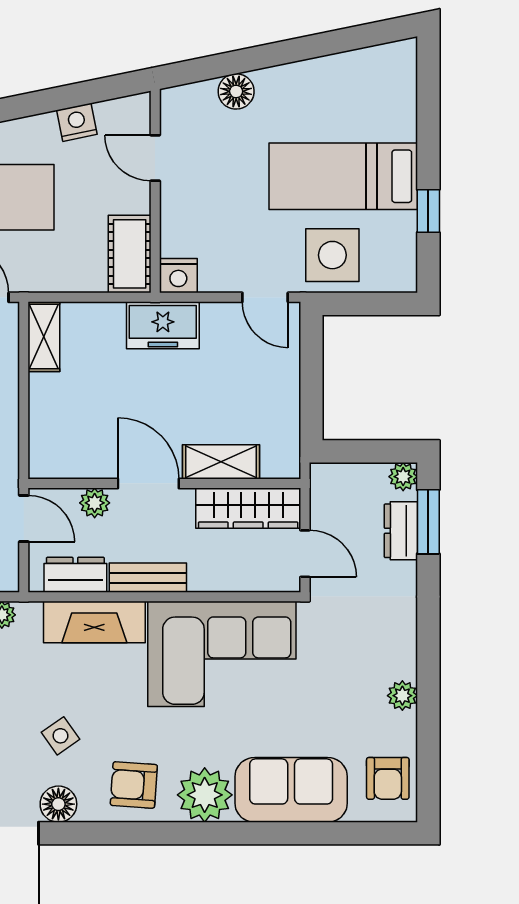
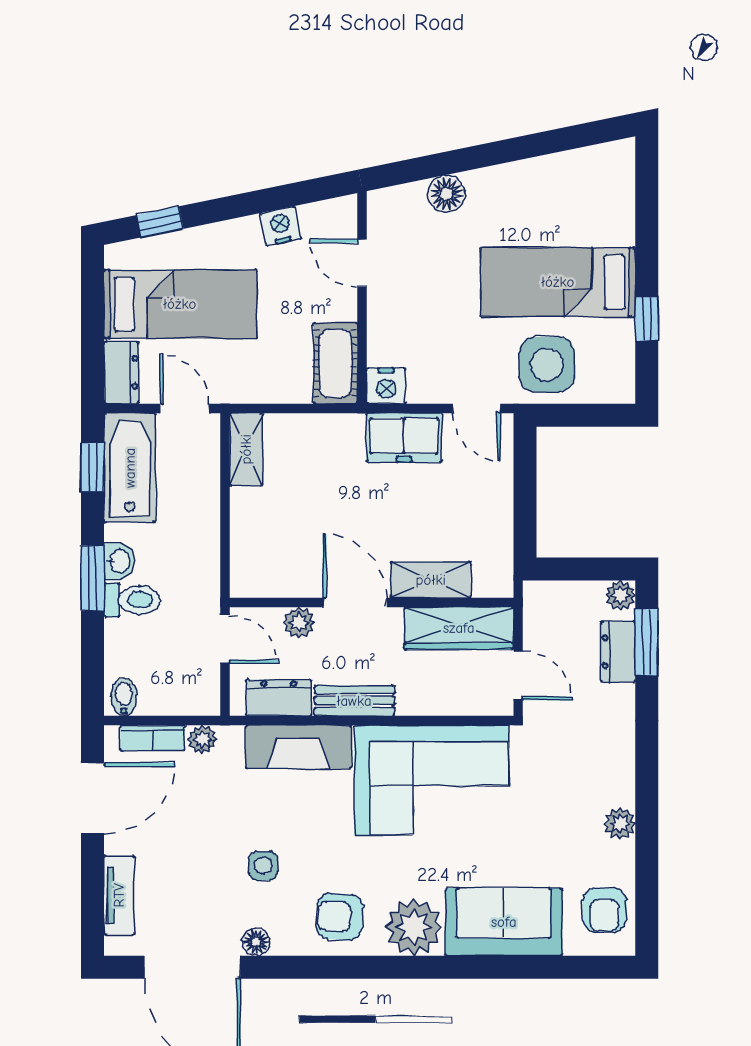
freezer: (163, 325) -> (404, 438), moved
side table: (60, 736) -> (263, 866), turned 35
floor lamp: (58, 804) -> (256, 942), width x0.73, depth x0.73

